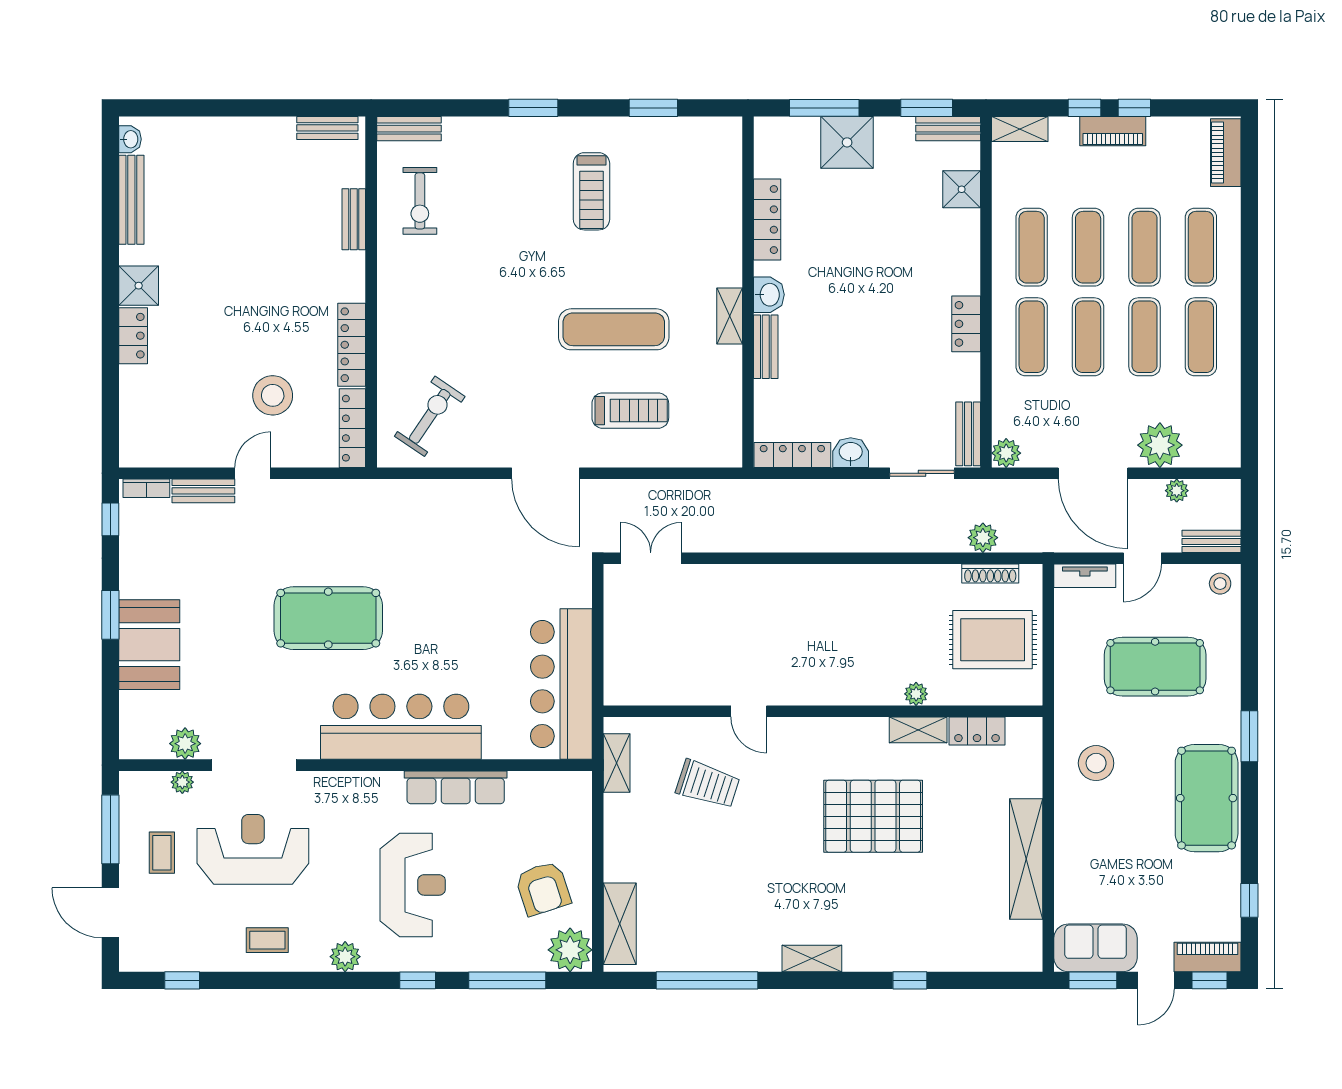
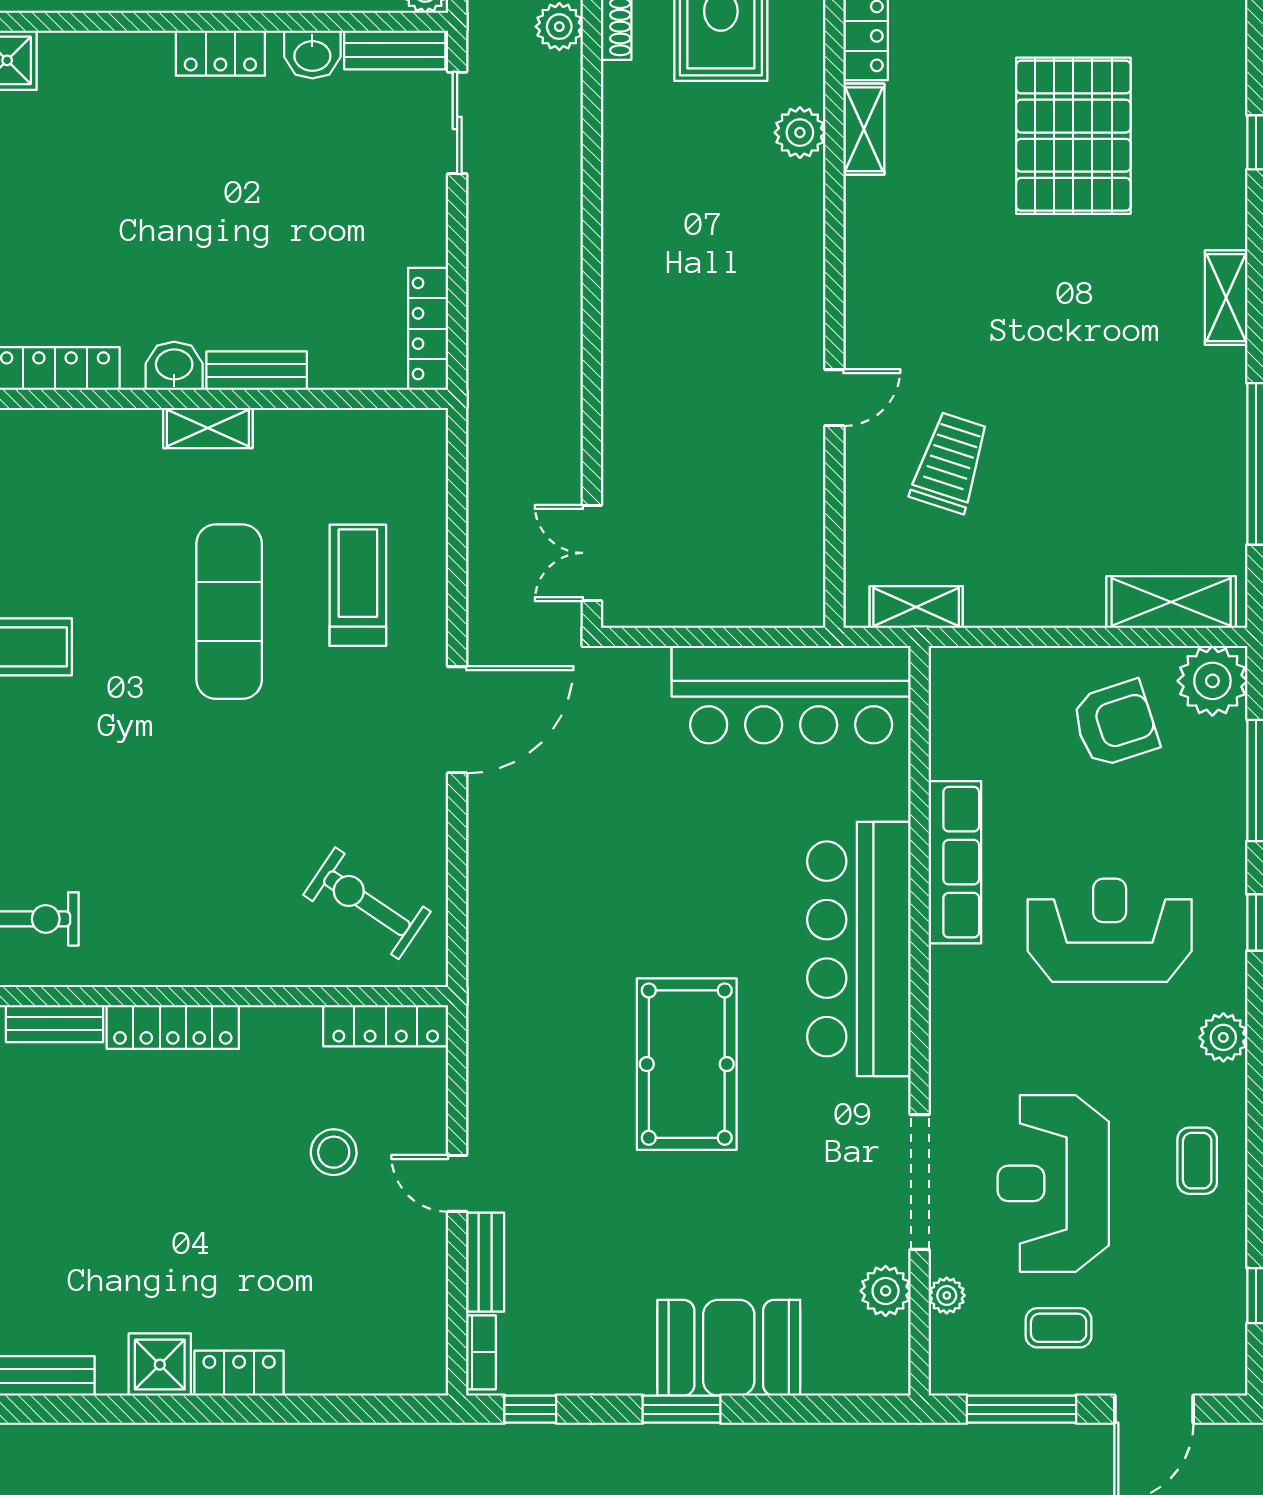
locker: (352, 345) -> (173, 1027), moved
stool: (273, 395) -> (334, 1152), width x0.73, depth x0.73
washbasin: (851, 453) -> (312, 55), moved, turned -90
plant: (916, 694) -> (800, 133), width x1.38, depth x1.38
pallet: (873, 816) -> (1073, 136), moved

